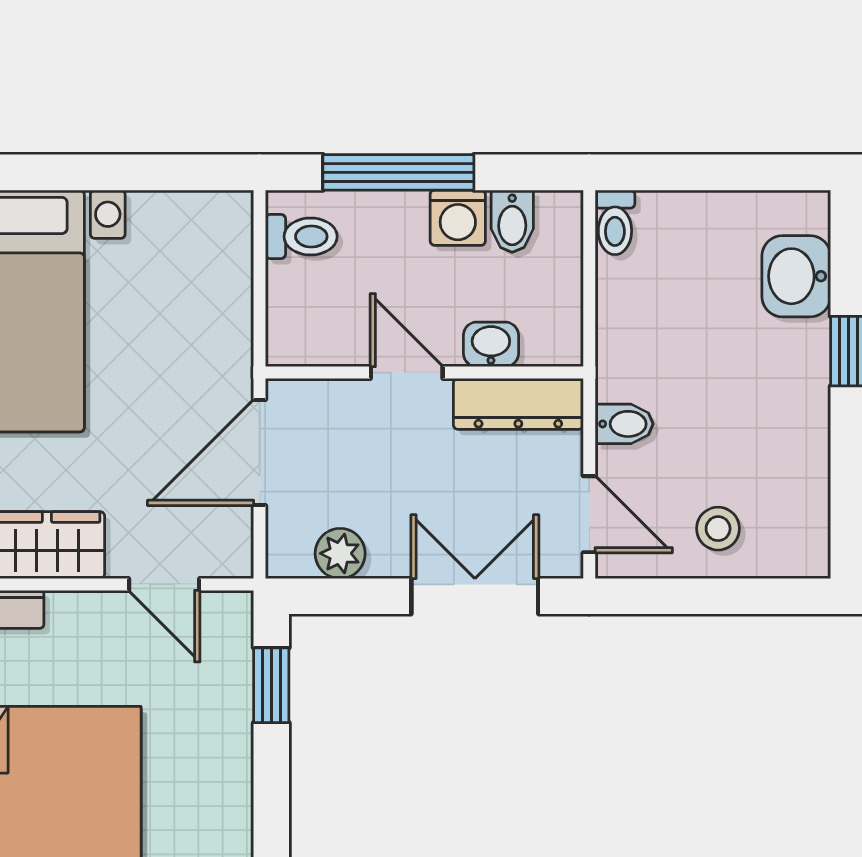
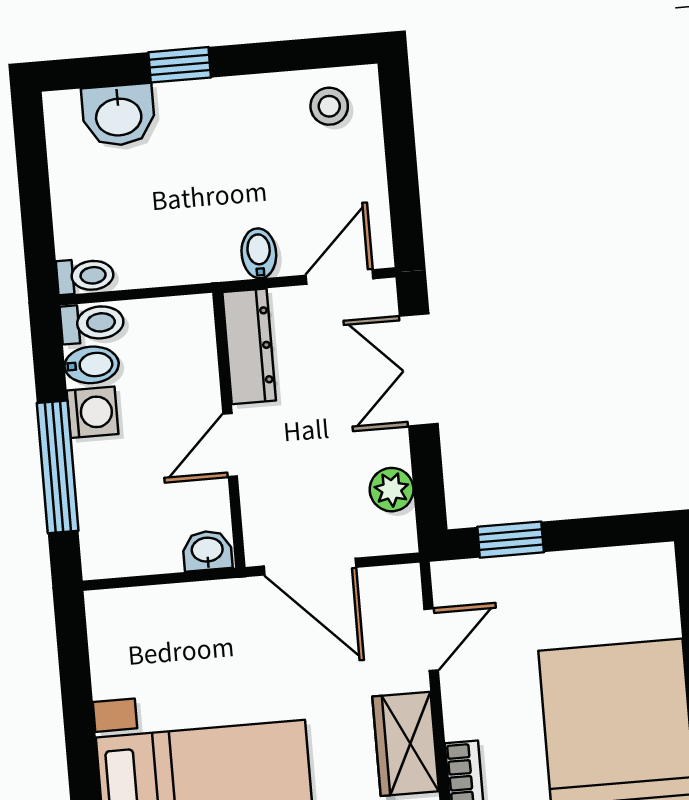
toilet: (301, 236) -> (92, 323), moved, turned 90
washbasin: (491, 344) -> (207, 551), moved, turned 90
stool: (718, 529) -> (329, 106), moved

